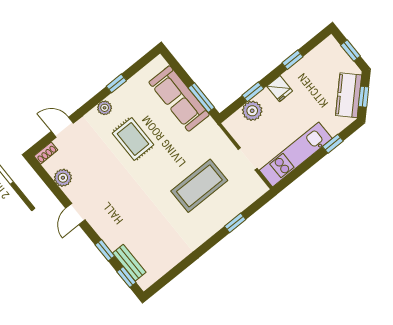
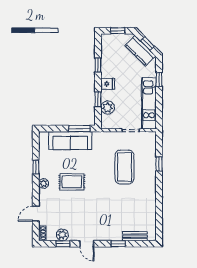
window: (126, 277) -> (63, 244), moved

